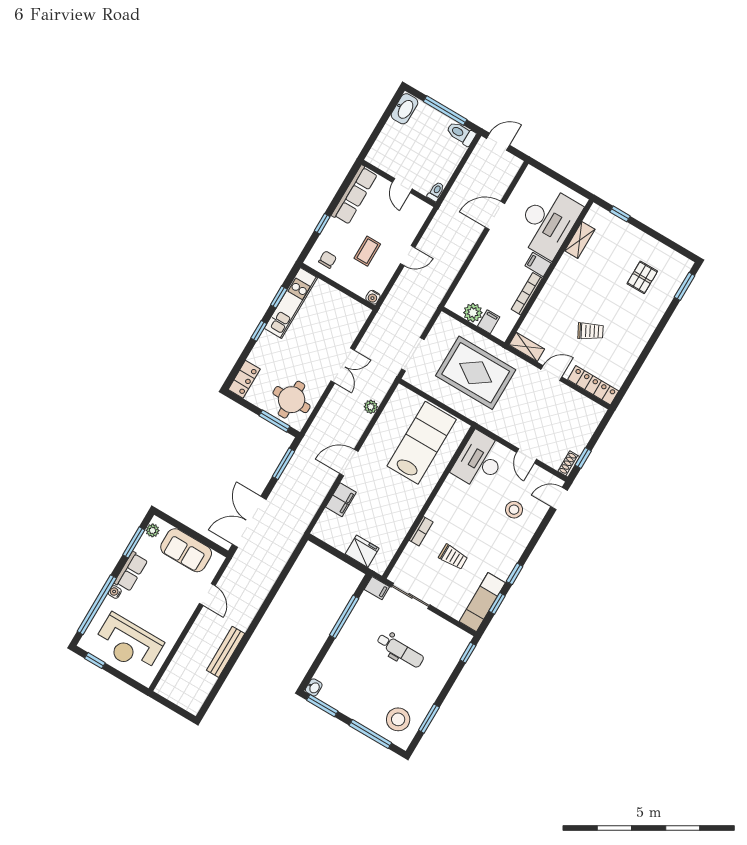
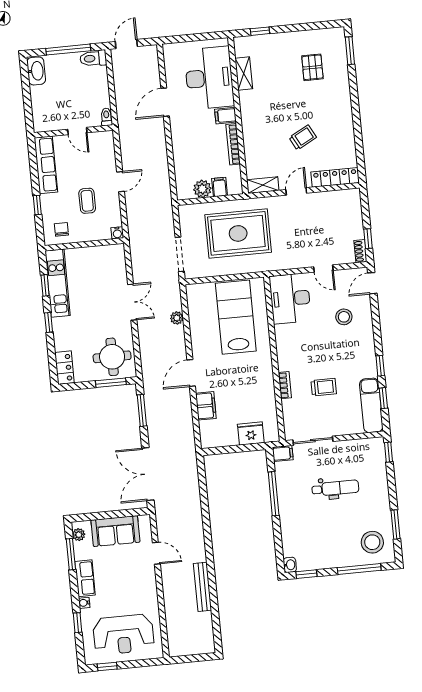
window: (97, 605) -> (78, 623), width x0.32
window: (322, 706) -> (306, 574), width x0.67

